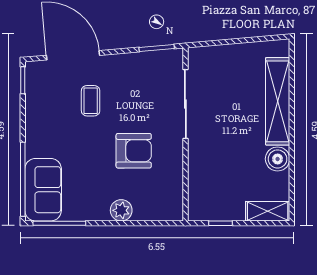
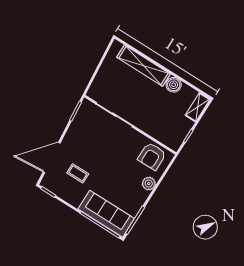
coffee table: (91, 101) -> (78, 173), moved
armchair: (134, 151) -> (152, 156), moved, turned 180
sofa: (43, 190) -> (106, 214), width x1.36

